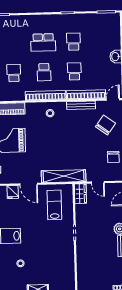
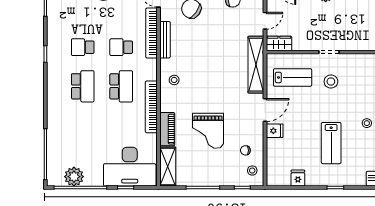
school desk: (44, 72) -> (121, 86), width x1.85
school desk: (14, 73) -> (121, 125), removed
bookcase: (46, 96) -> (151, 107), moved
lab bench: (54, 205) -> (293, 77), turned 180
stool: (52, 235) -> (331, 82), added

